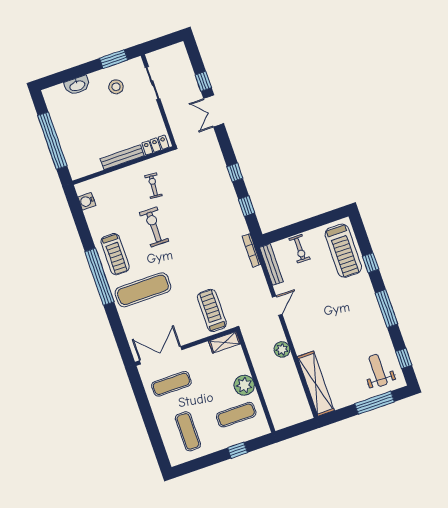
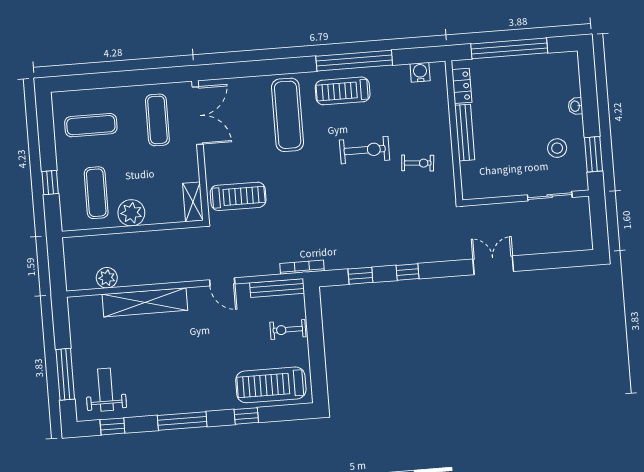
window: (203, 81) -> (535, 262), removed
washbasin: (77, 85) -> (575, 106), width x0.52, depth x0.69
locker: (155, 145) -> (462, 86), moved
window: (99, 277) -> (354, 61), moved
plant: (282, 349) -> (107, 278), moved
weight bench: (378, 370) -> (106, 390), turned -90
shelving: (316, 384) -> (145, 302), moved

